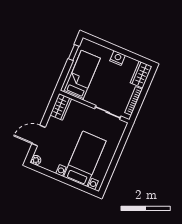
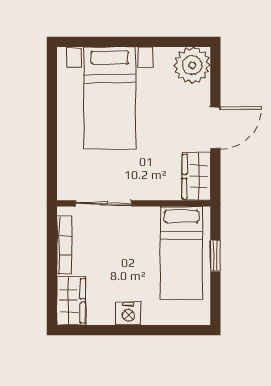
window: (74, 53) -> (215, 256), moved
door: (39, 135) -> (215, 128), moved
plant: (36, 160) -> (192, 65), width x1.87, depth x1.87

